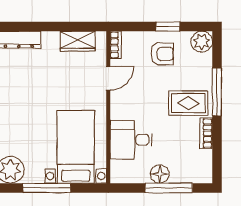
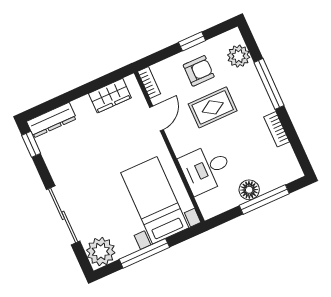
plant: (202, 42) -> (239, 56), moved
rug: (188, 103) -> (213, 107), moved

